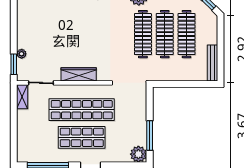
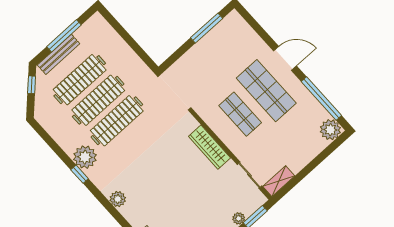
window: (220, 48) -> (64, 36), added
bench: (212, 63) -> (59, 54), moved
shop shelf: (82, 110) -> (240, 114), width x0.50, depth x0.74
plant: (138, 154) -> (330, 130), moved

